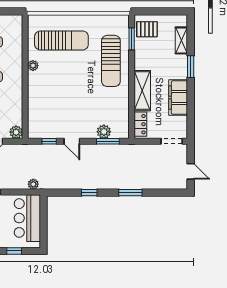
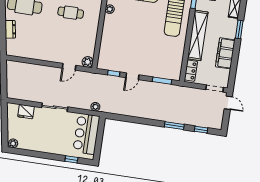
shelving: (142, 91) -> (198, 35), width x1.47
plant: (104, 132) -> (160, 72), removed
door: (72, 141) -> (132, 76), hinge flipped
door: (191, 171) -> (228, 103), moved
window: (89, 193) -> (201, 130), moved

